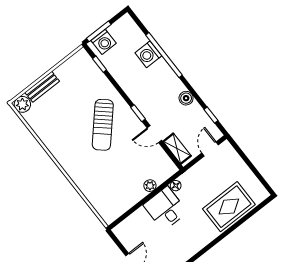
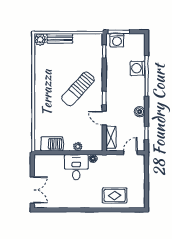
barbecue: (121, 204) -> (52, 144), added
rug: (229, 207) -> (115, 195), width x0.73, depth x0.70

